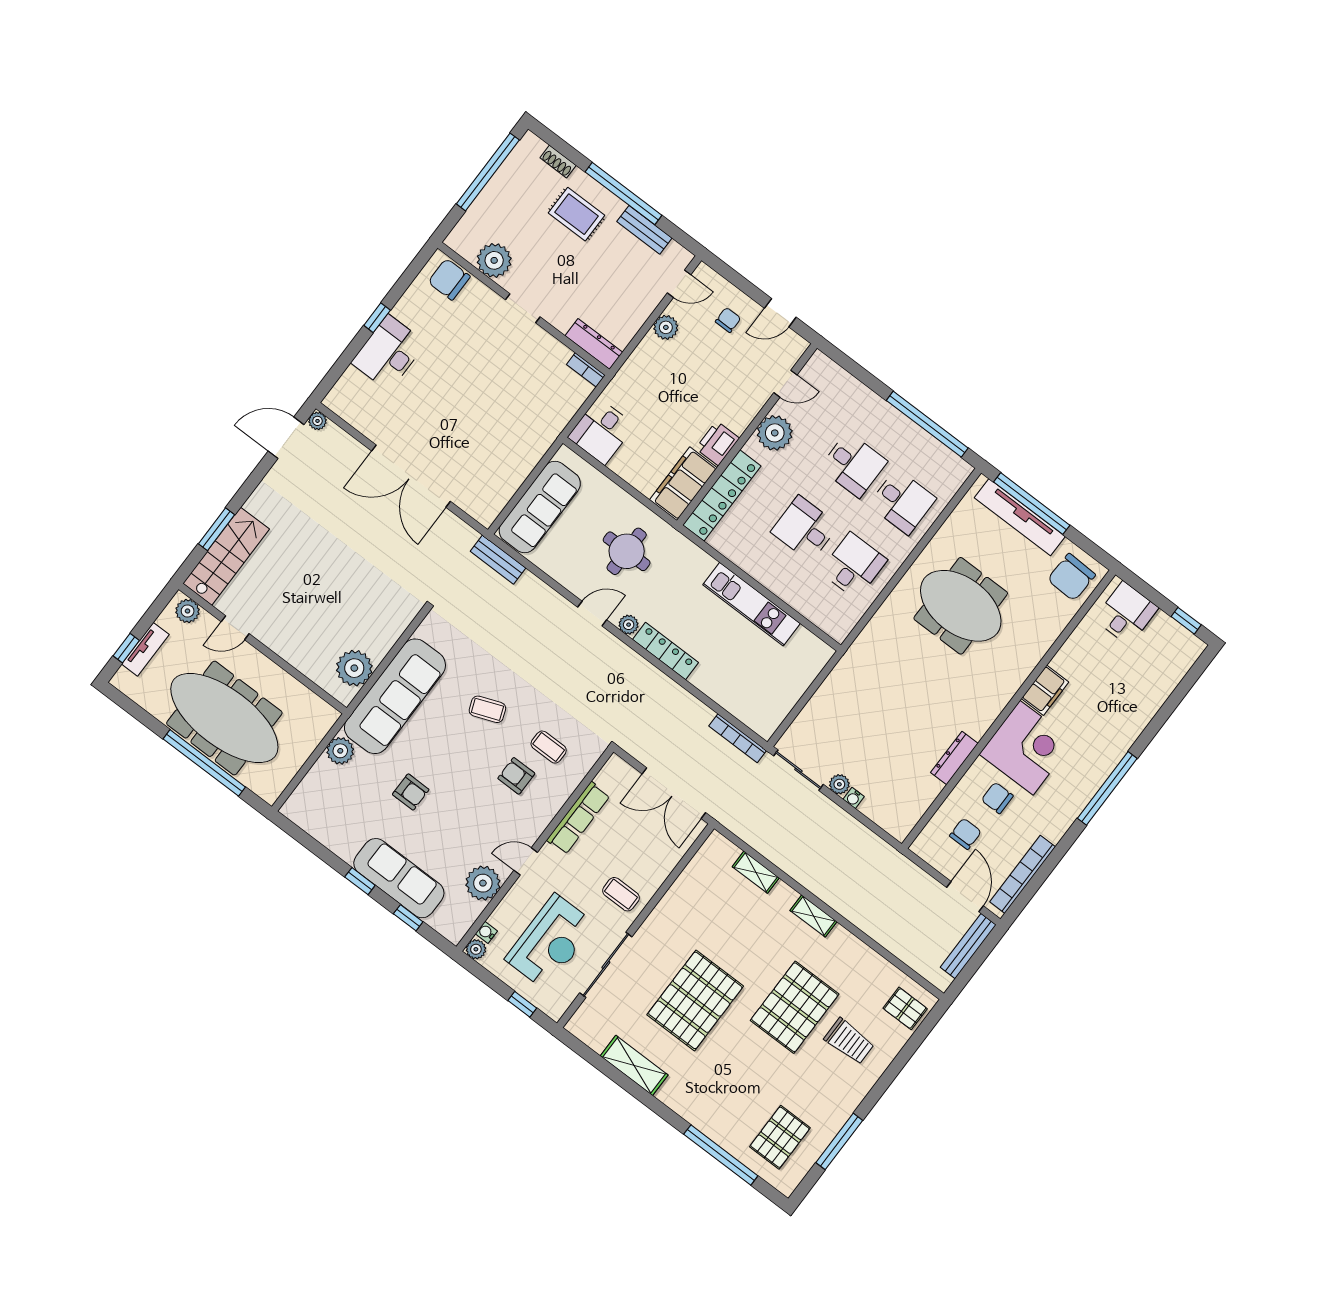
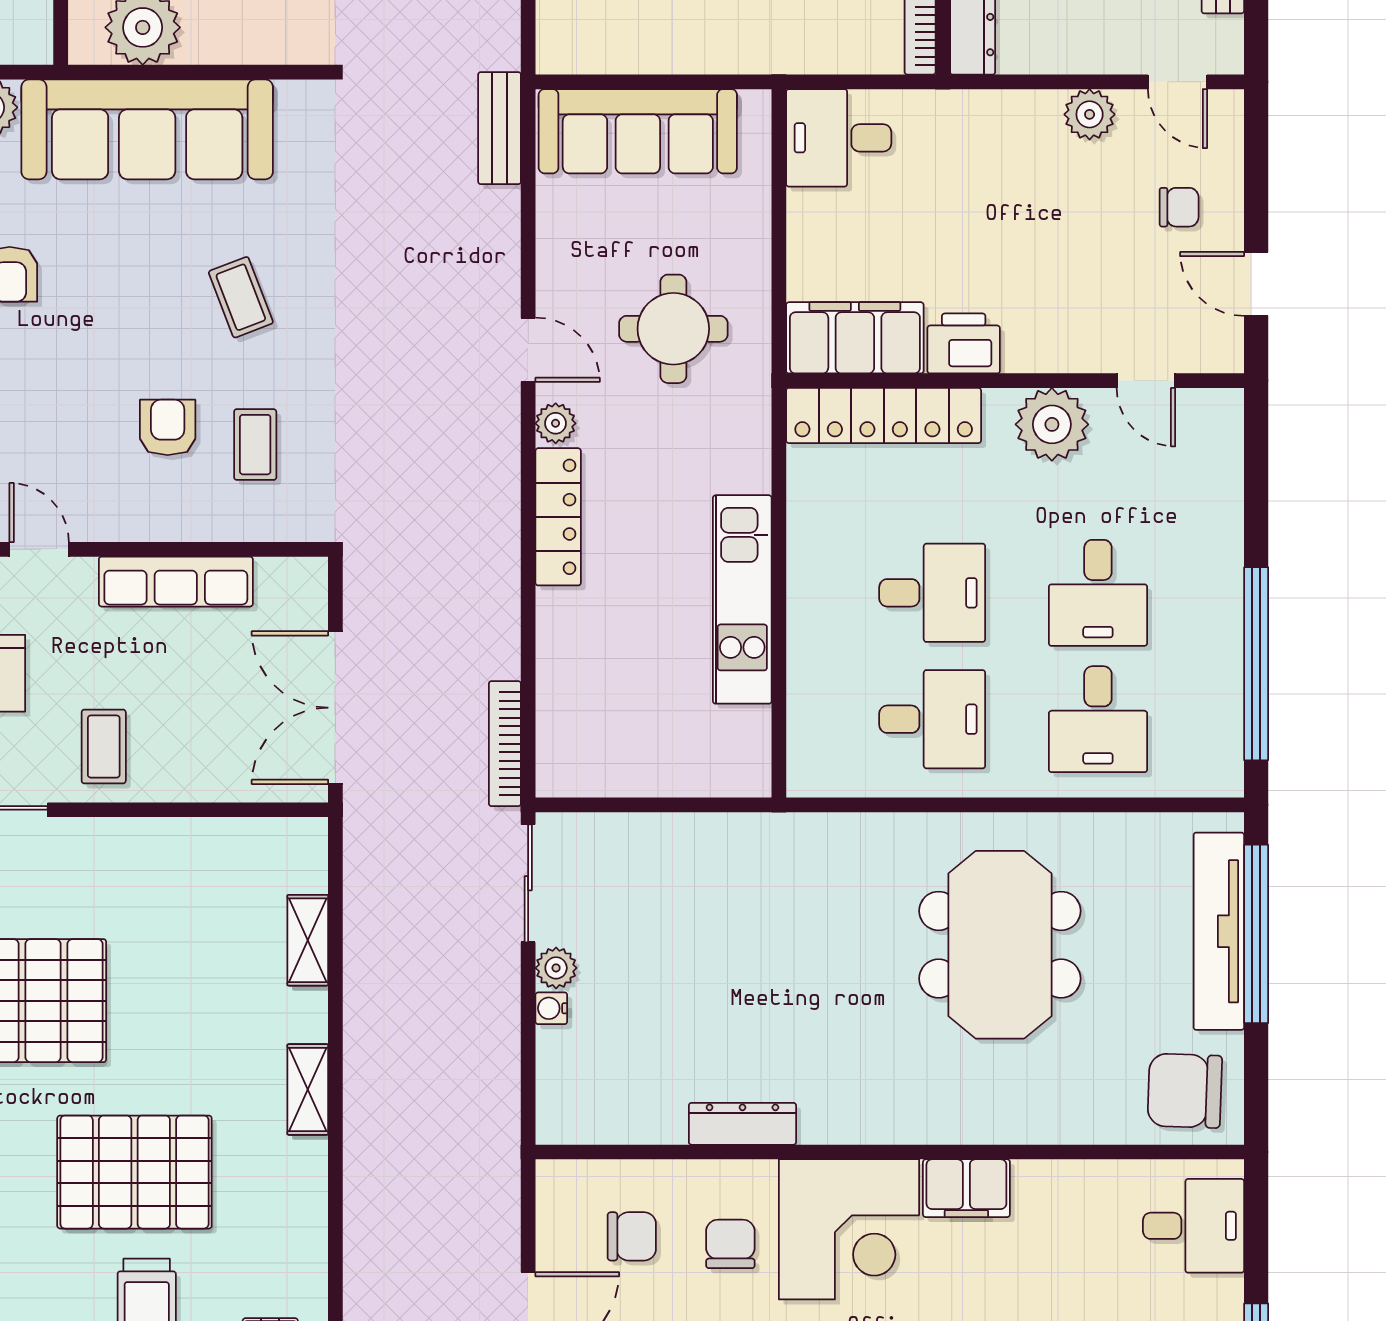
desk: (805, 529) -> (932, 593), turned 90

